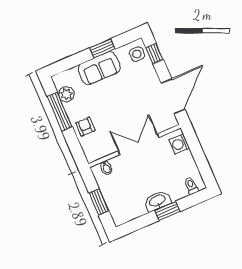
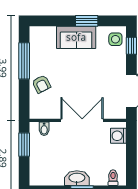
plant: (66, 94) -> (37, 48), removed
armchair: (85, 127) -> (41, 84), turned 153
window: (99, 202) -> (24, 145), moved

